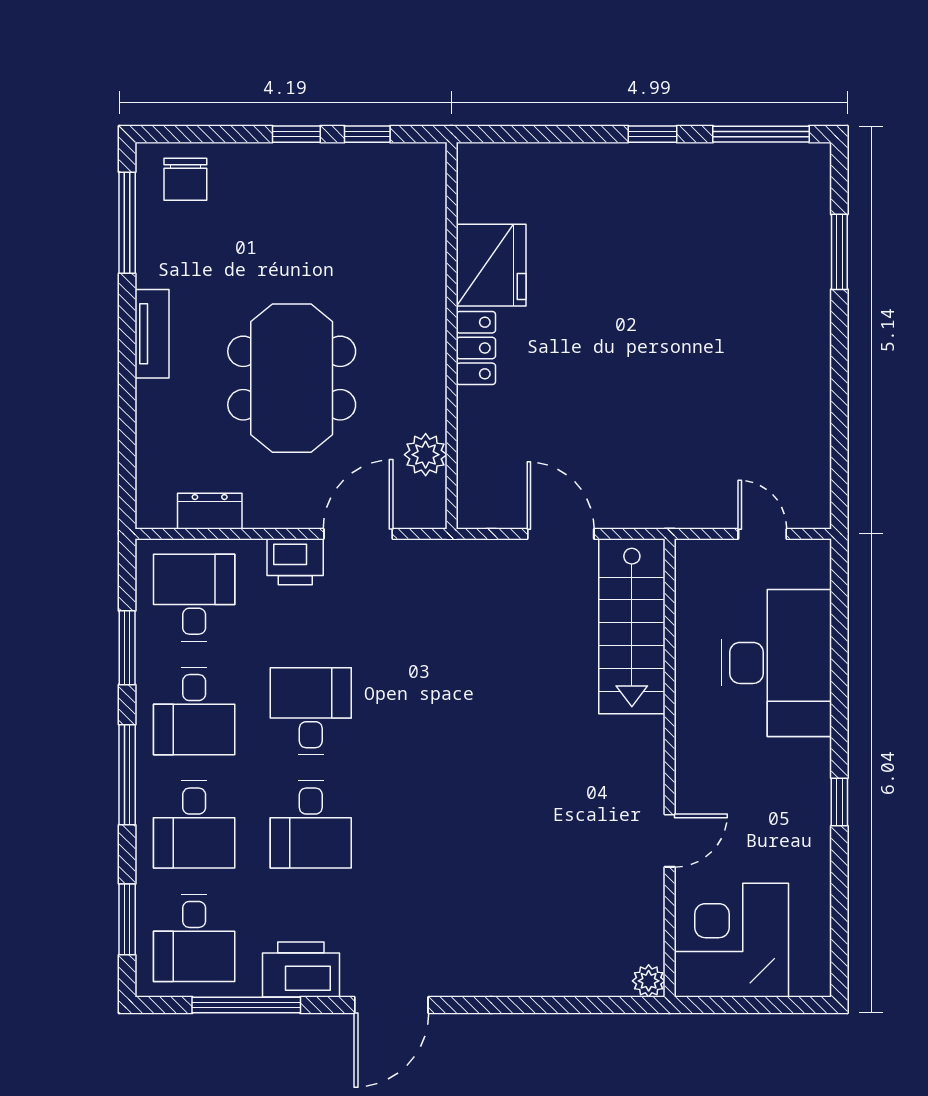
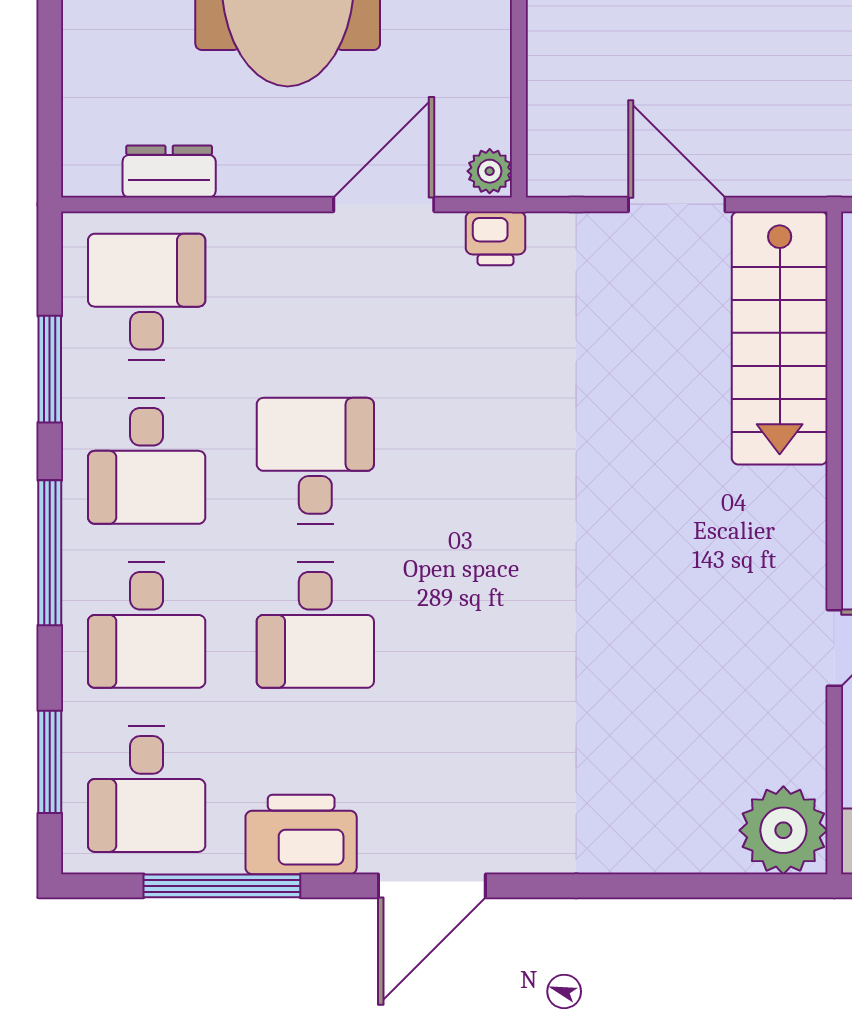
plant: (426, 455) -> (490, 171), moved, width x0.73, depth x0.73
printer: (295, 562) -> (496, 238), moved, width x0.73, depth x0.81
plant: (649, 981) -> (783, 830), width x1.88, depth x1.88

